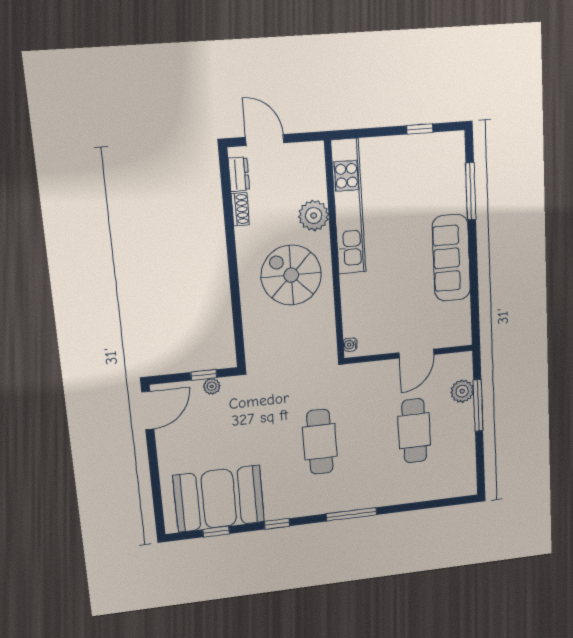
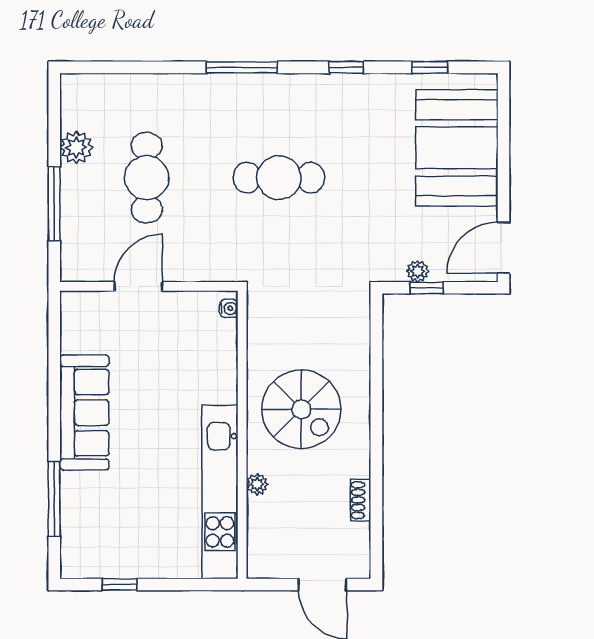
dresser: (239, 174) -> (359, 544), removed
plant: (314, 216) -> (257, 484), width x0.53, depth x0.53
plant: (462, 391) -> (76, 147), moved
cafe table: (320, 442) -> (279, 178), turned 90
booth: (219, 499) -> (457, 148), moved, turned 90

